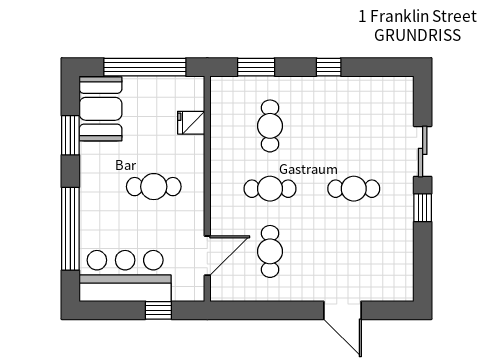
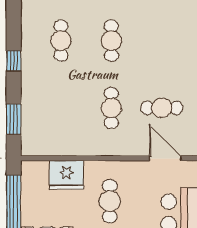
fridge: (191, 123) -> (66, 175), width x1.88, depth x1.34
cafe table: (270, 126) -> (61, 41), moved, turned 90

